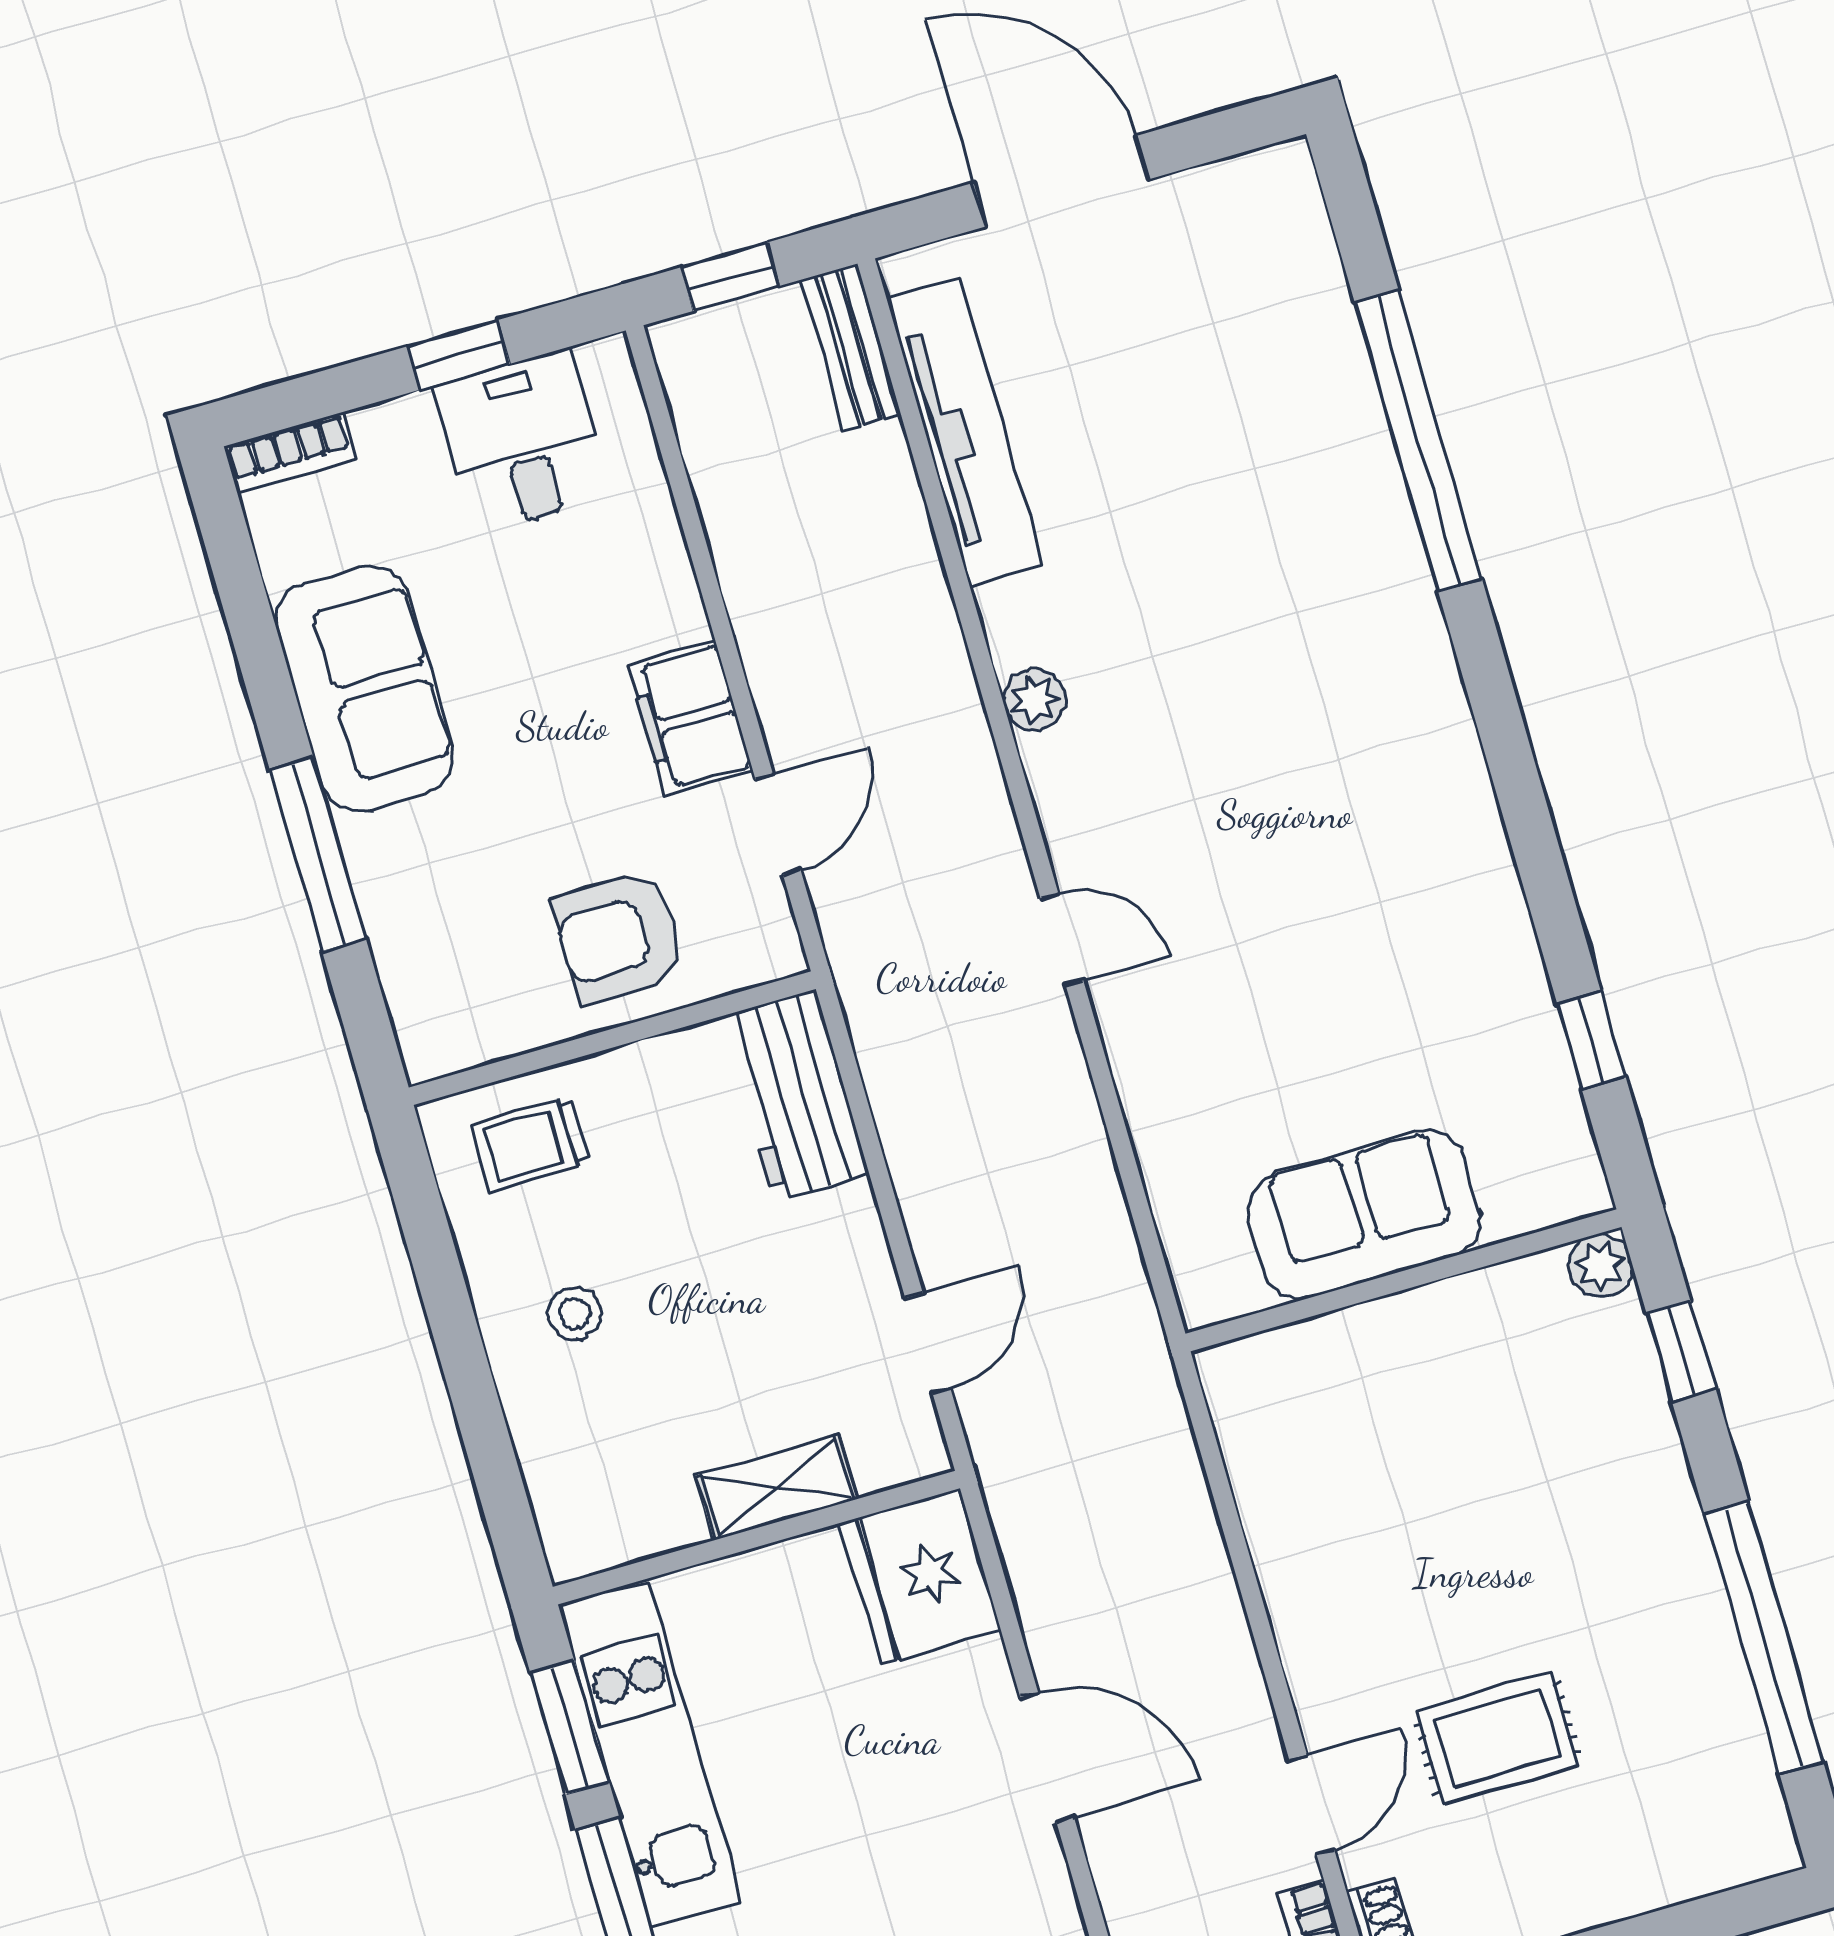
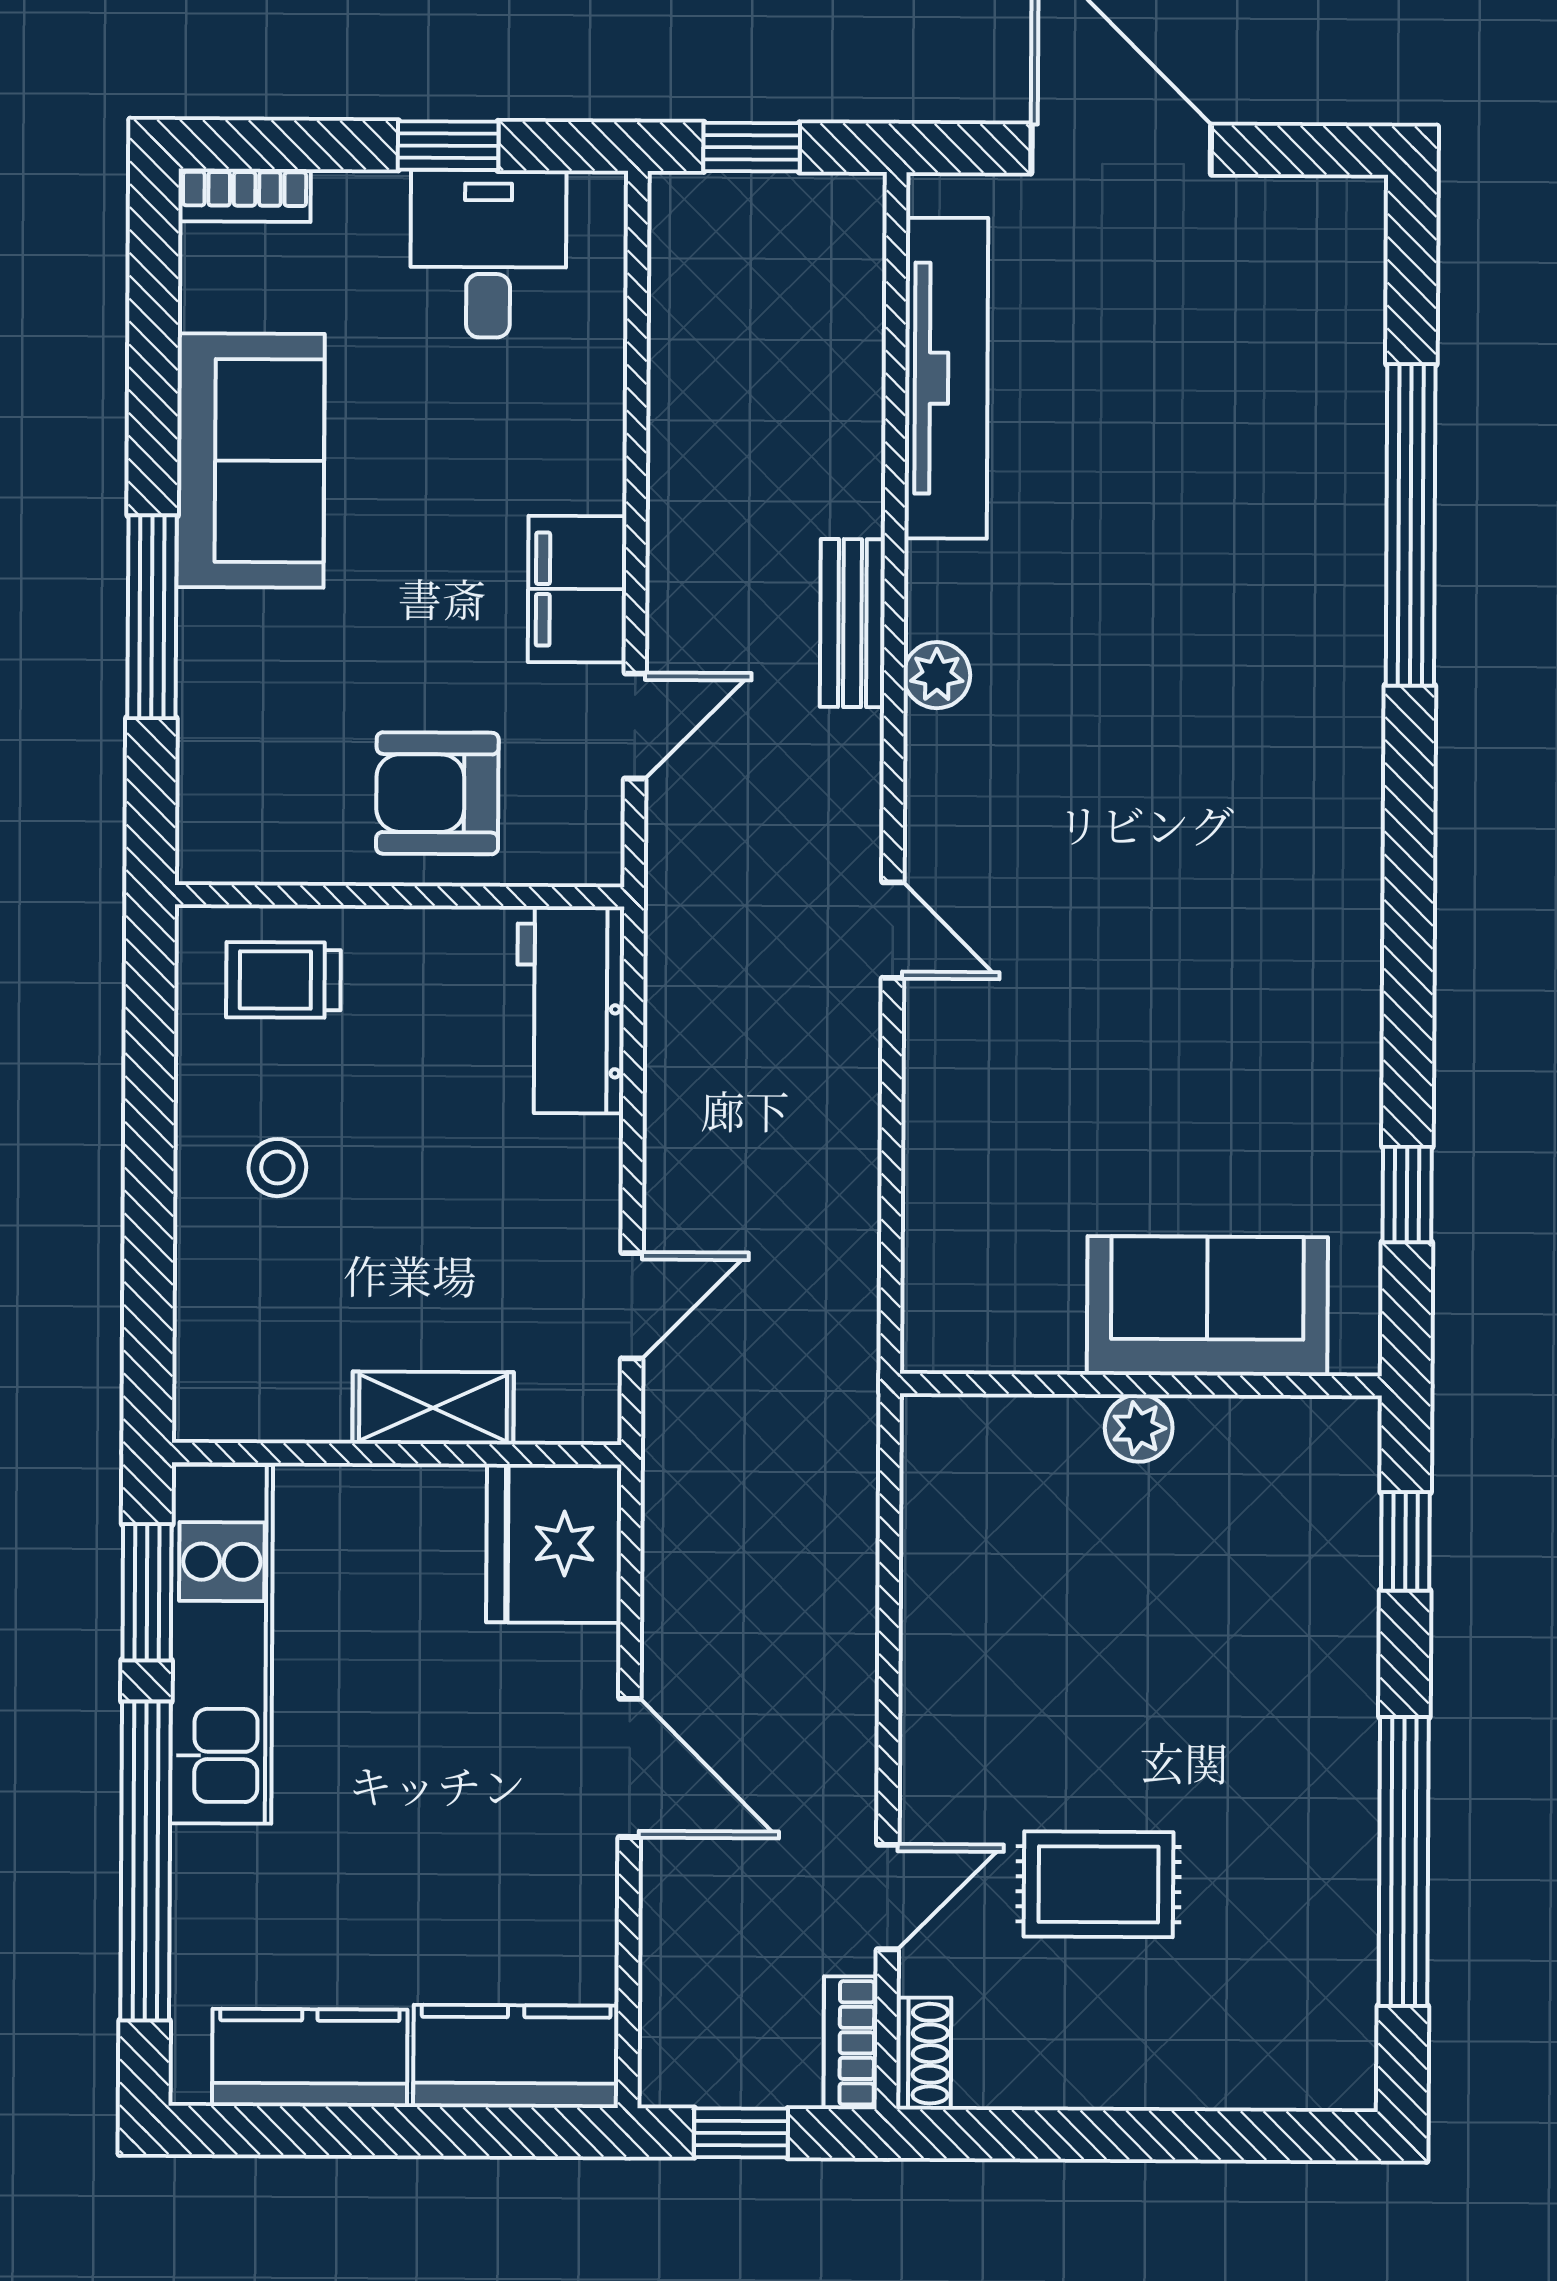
bench: (850, 347) -> (852, 623), moved
sofa: (1364, 1215) -> (1207, 1306), moved
plant: (1600, 1266) -> (1139, 1428), moved

